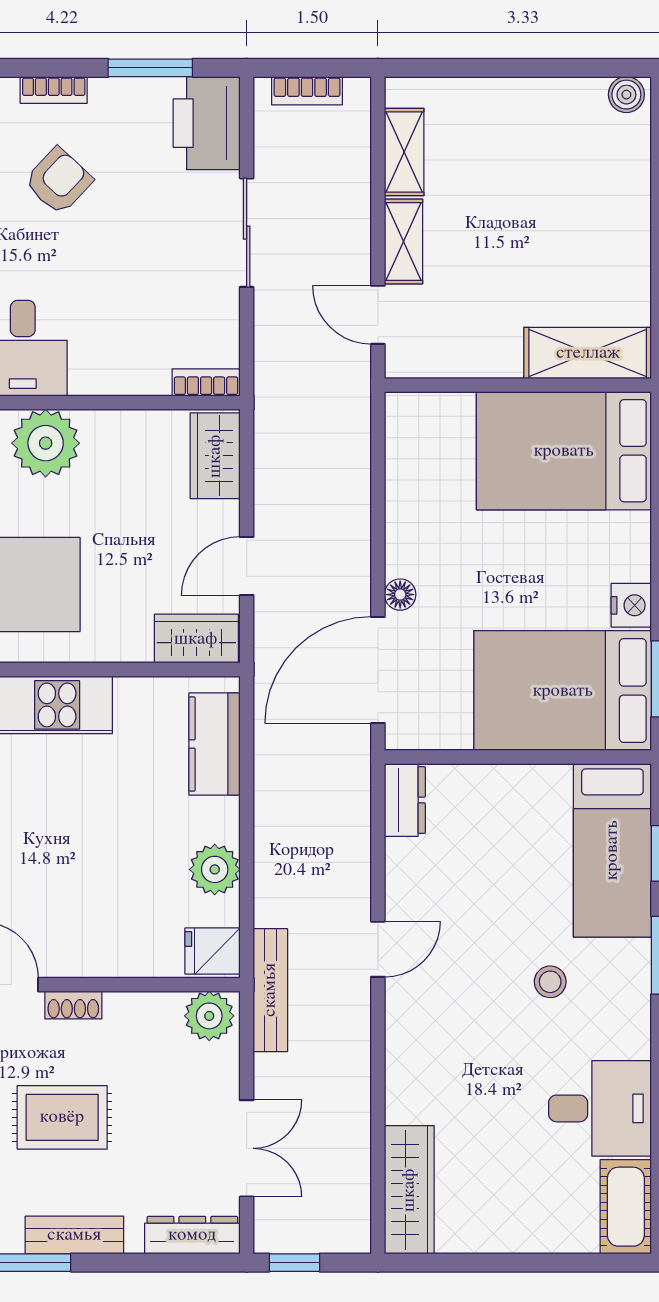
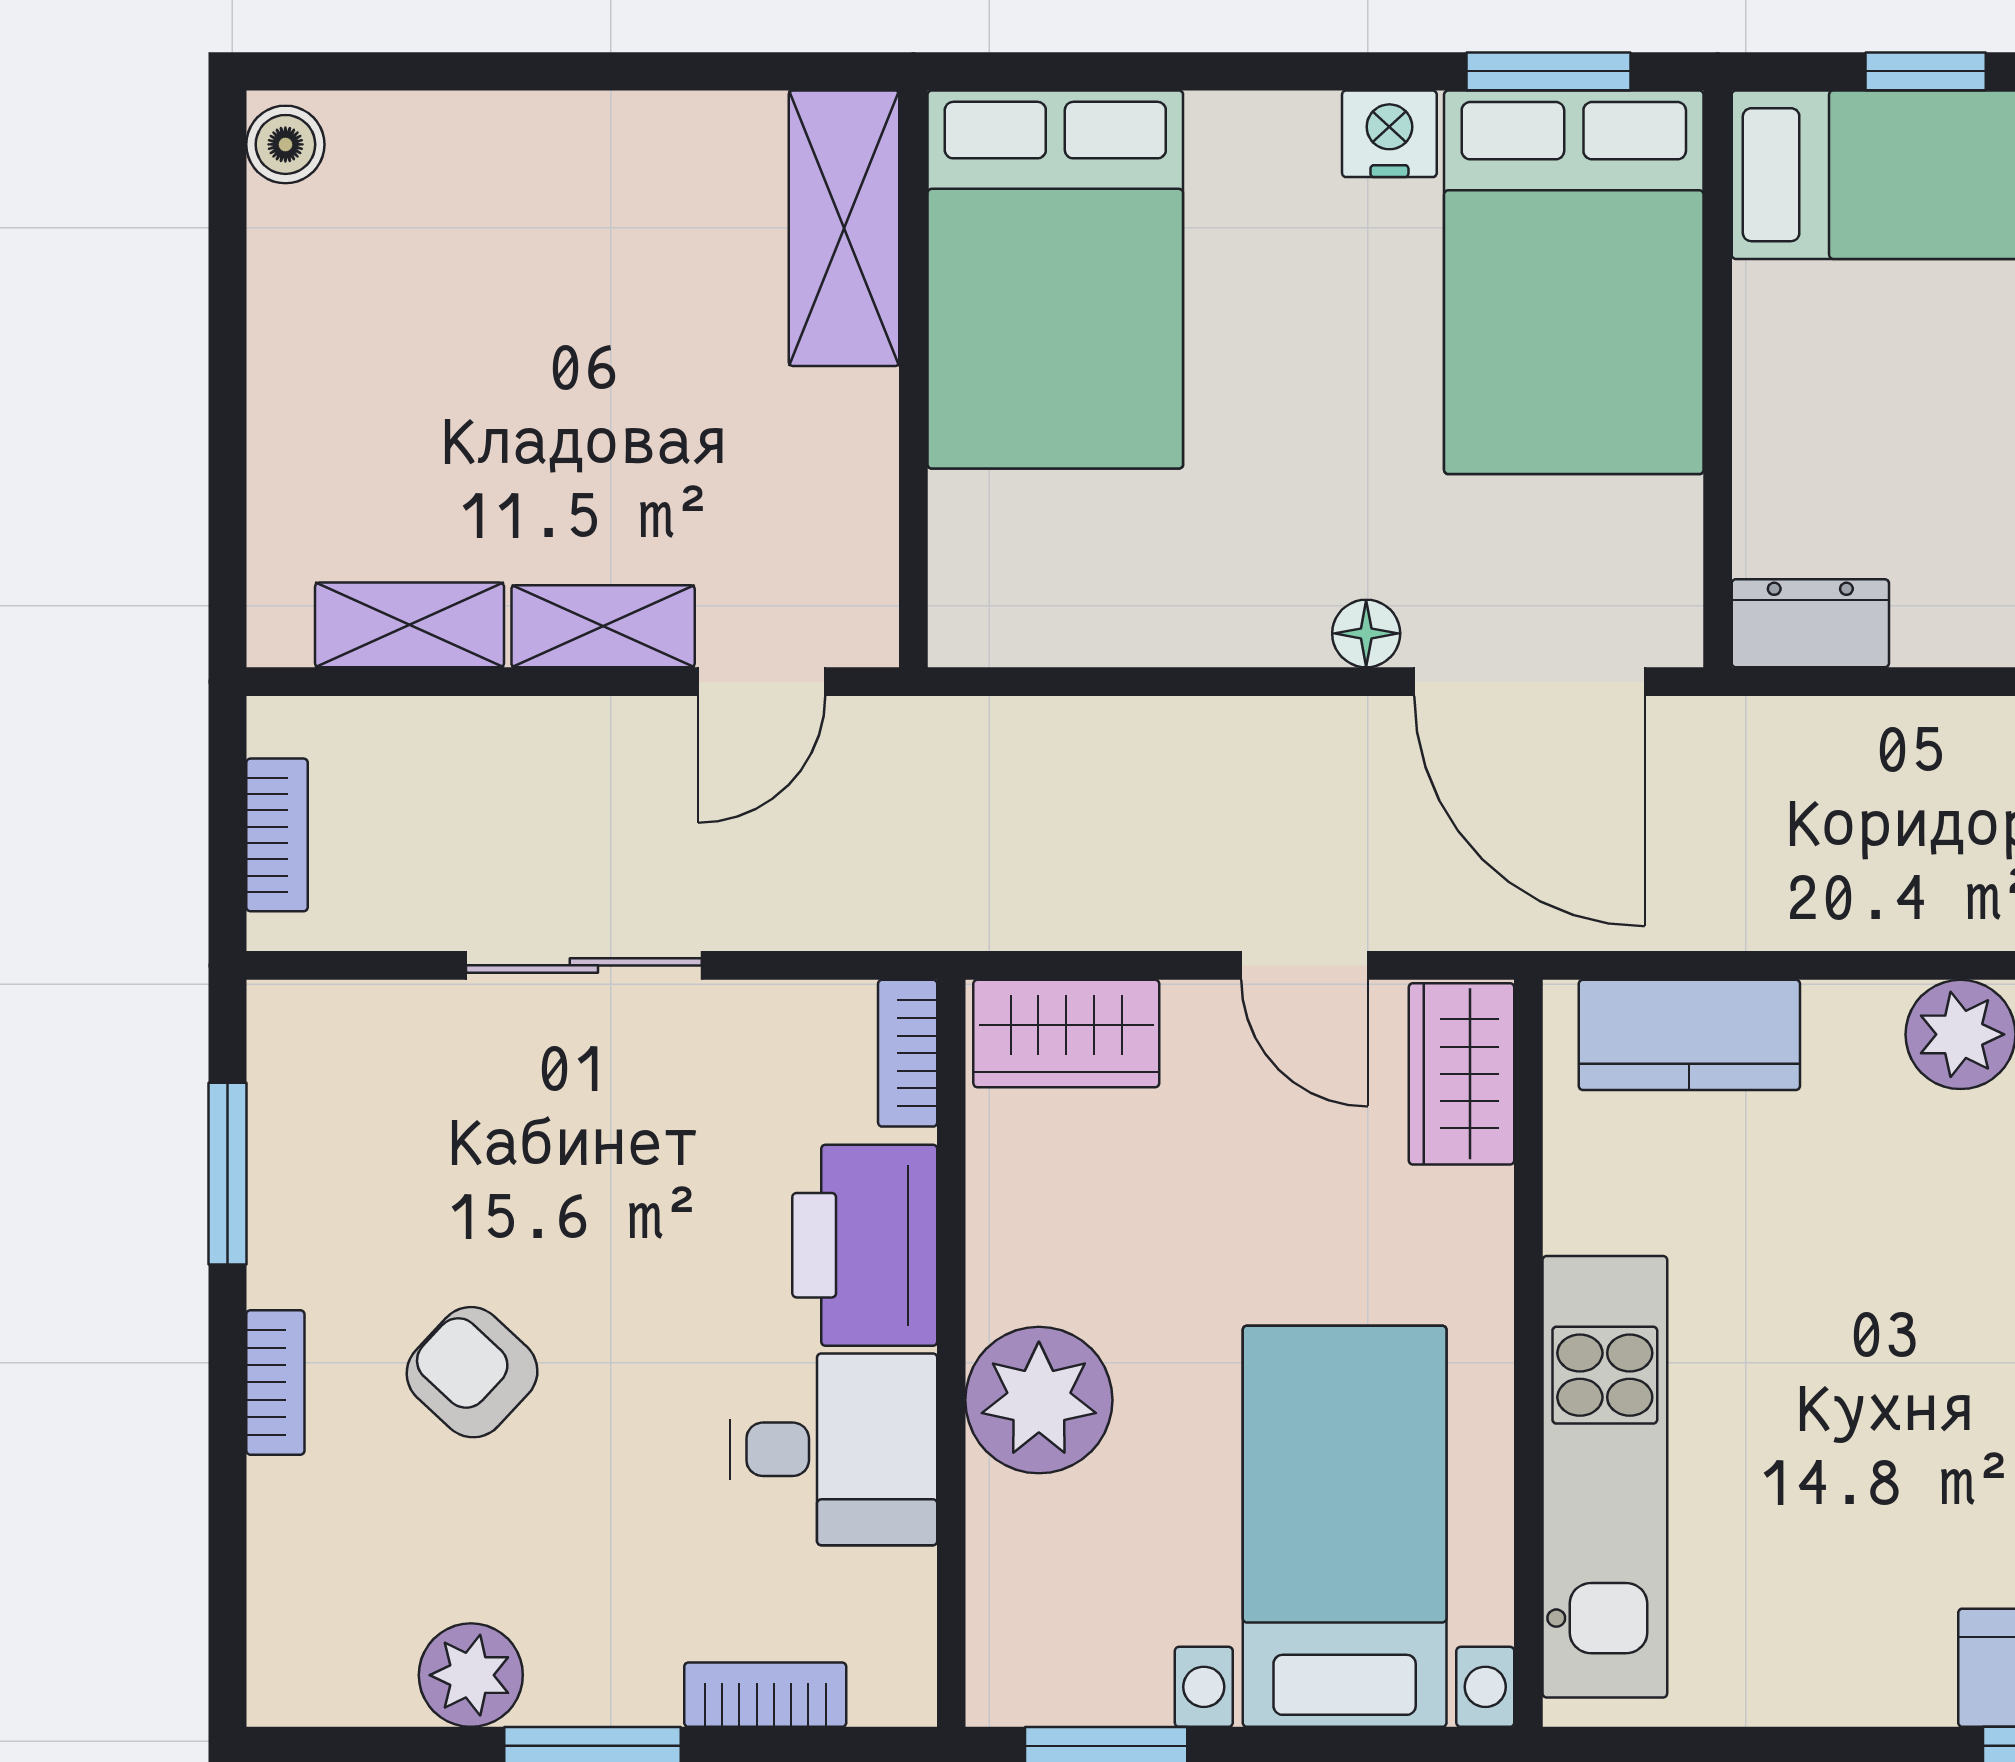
printer: (207, 123) -> (865, 1245), moved, turned 90

